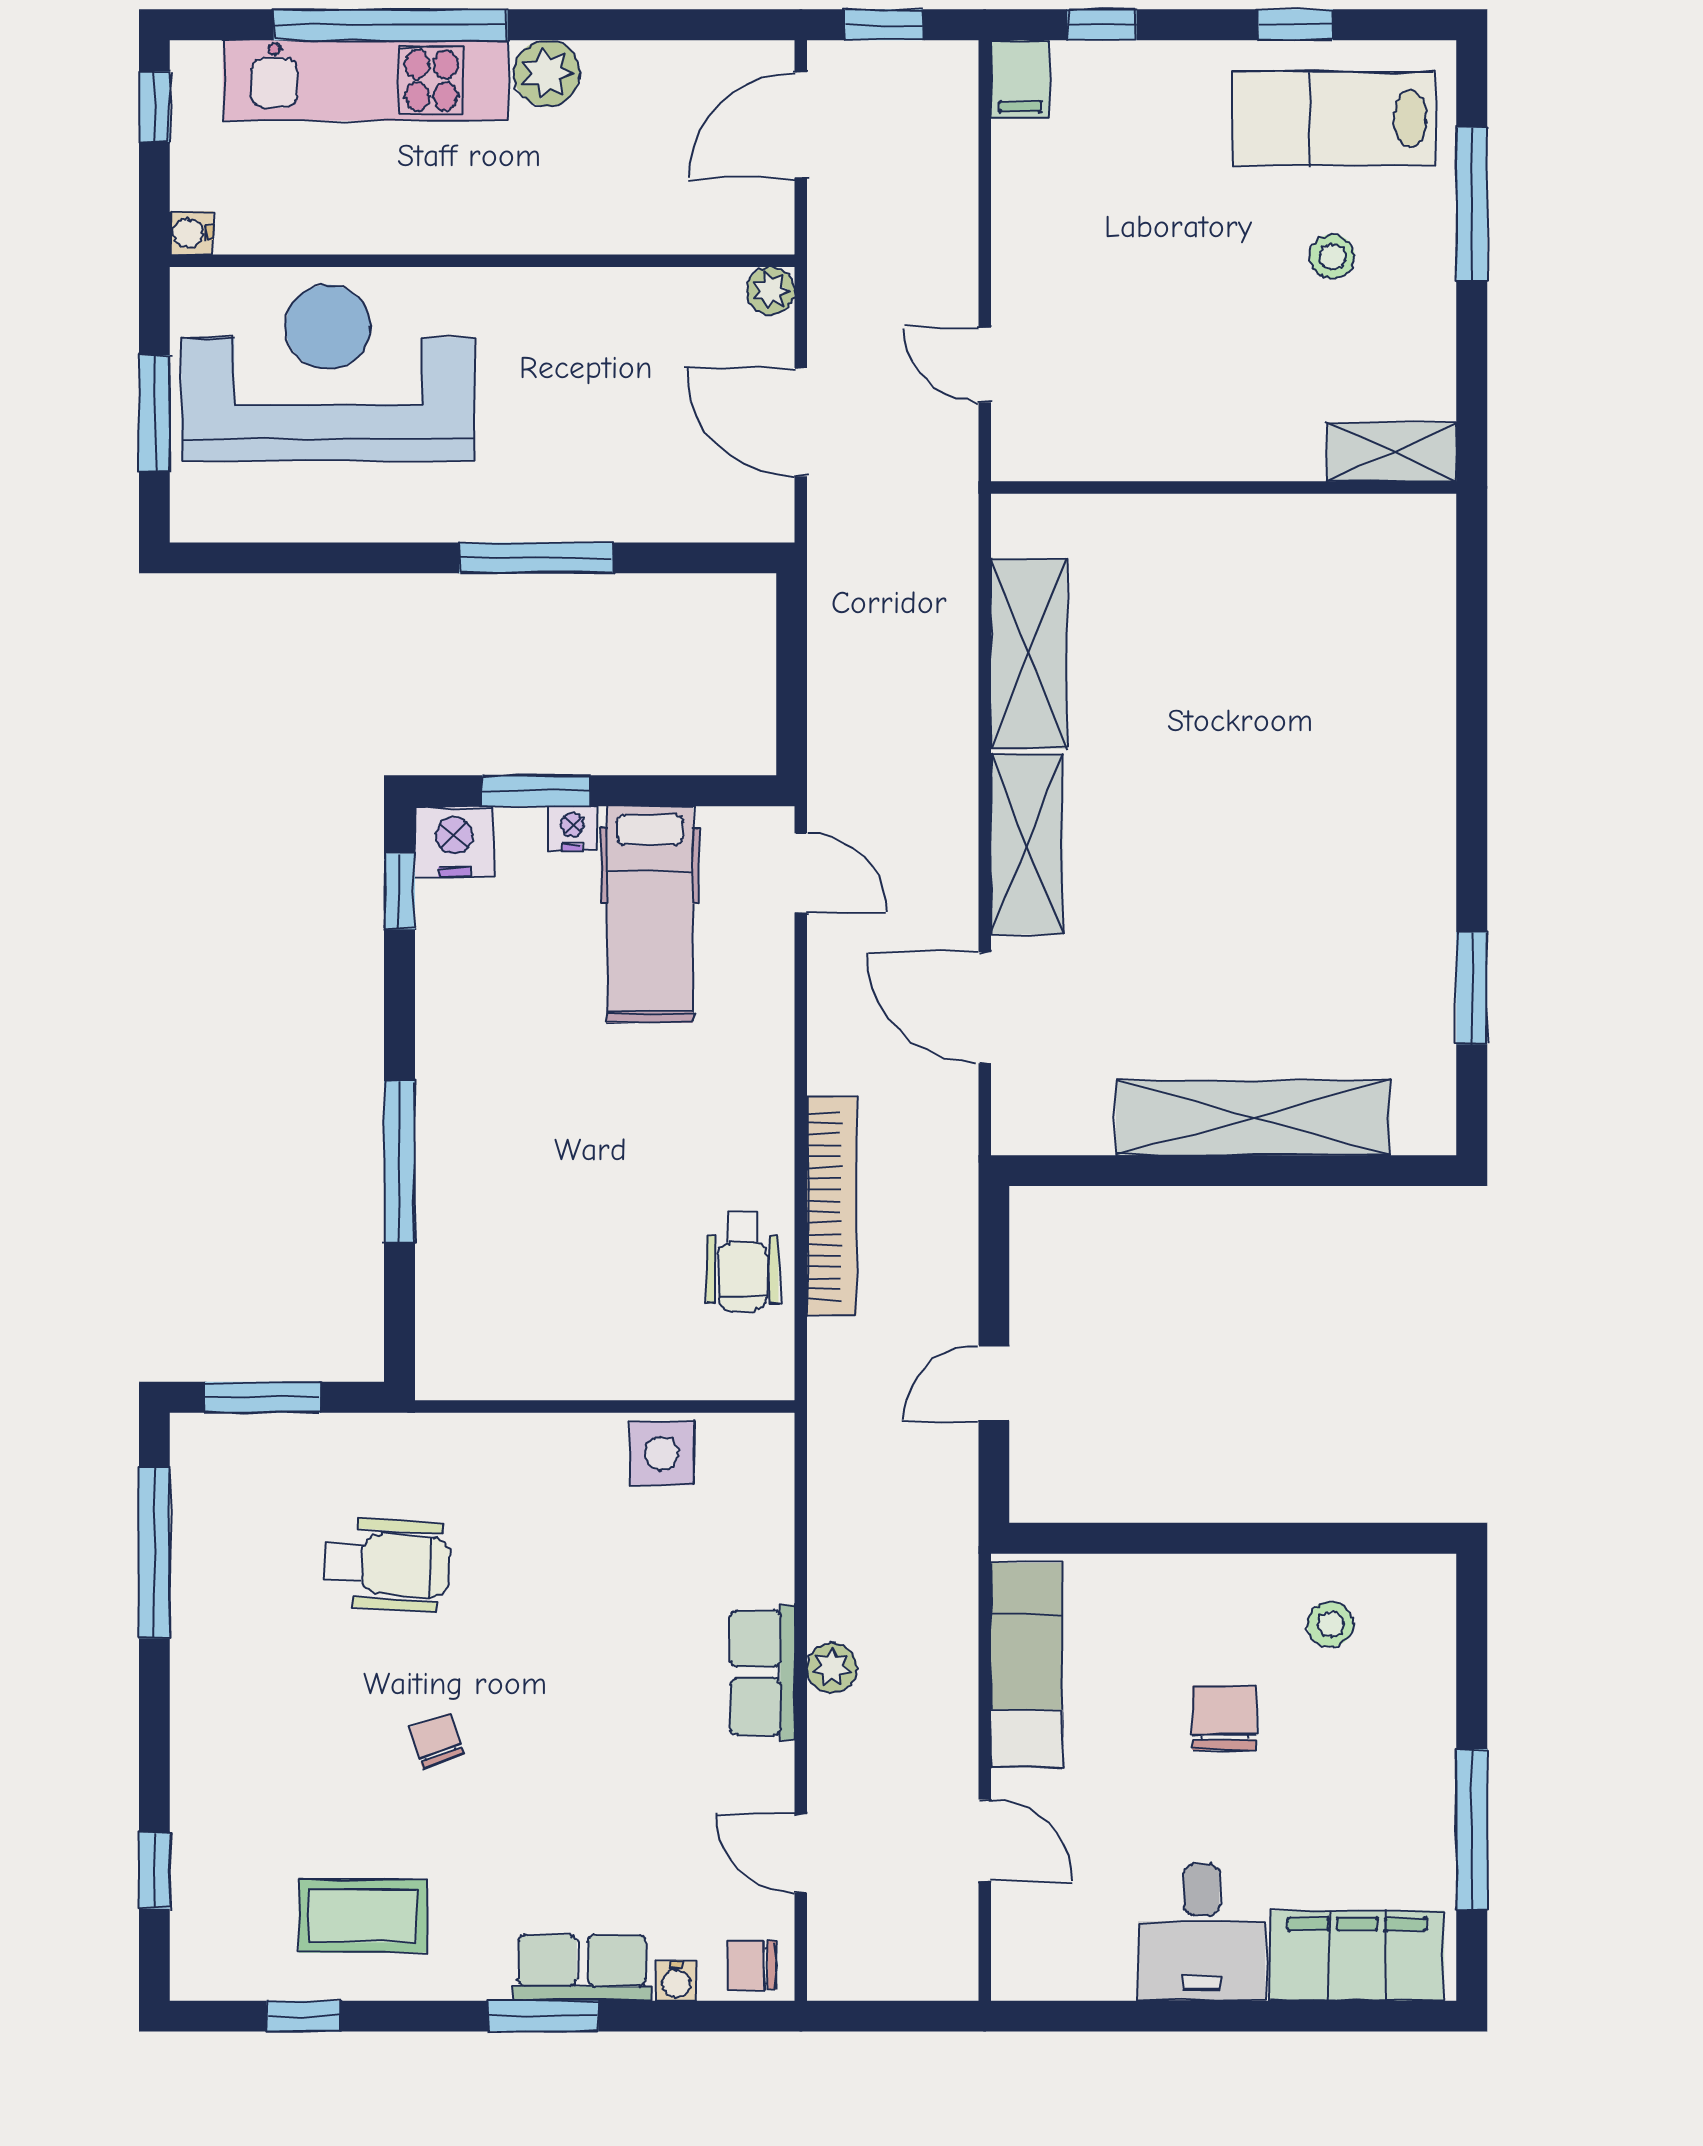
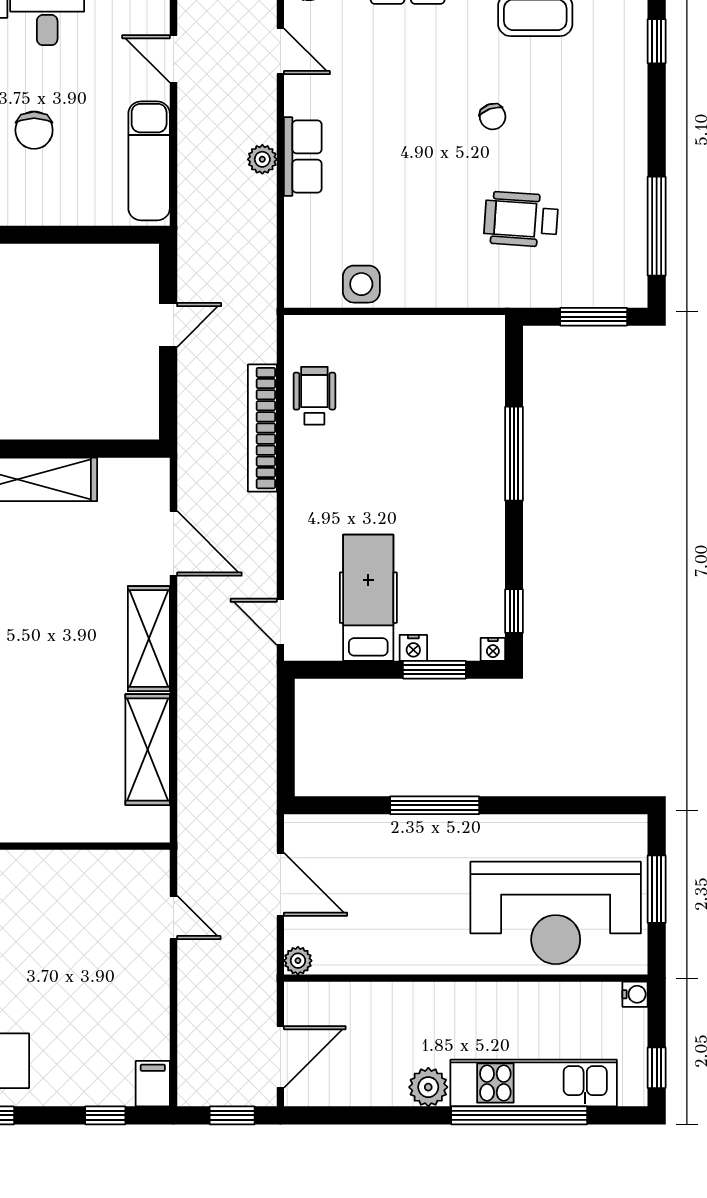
nightstand: (454, 841) -> (493, 649), width x0.53, depth x0.56

